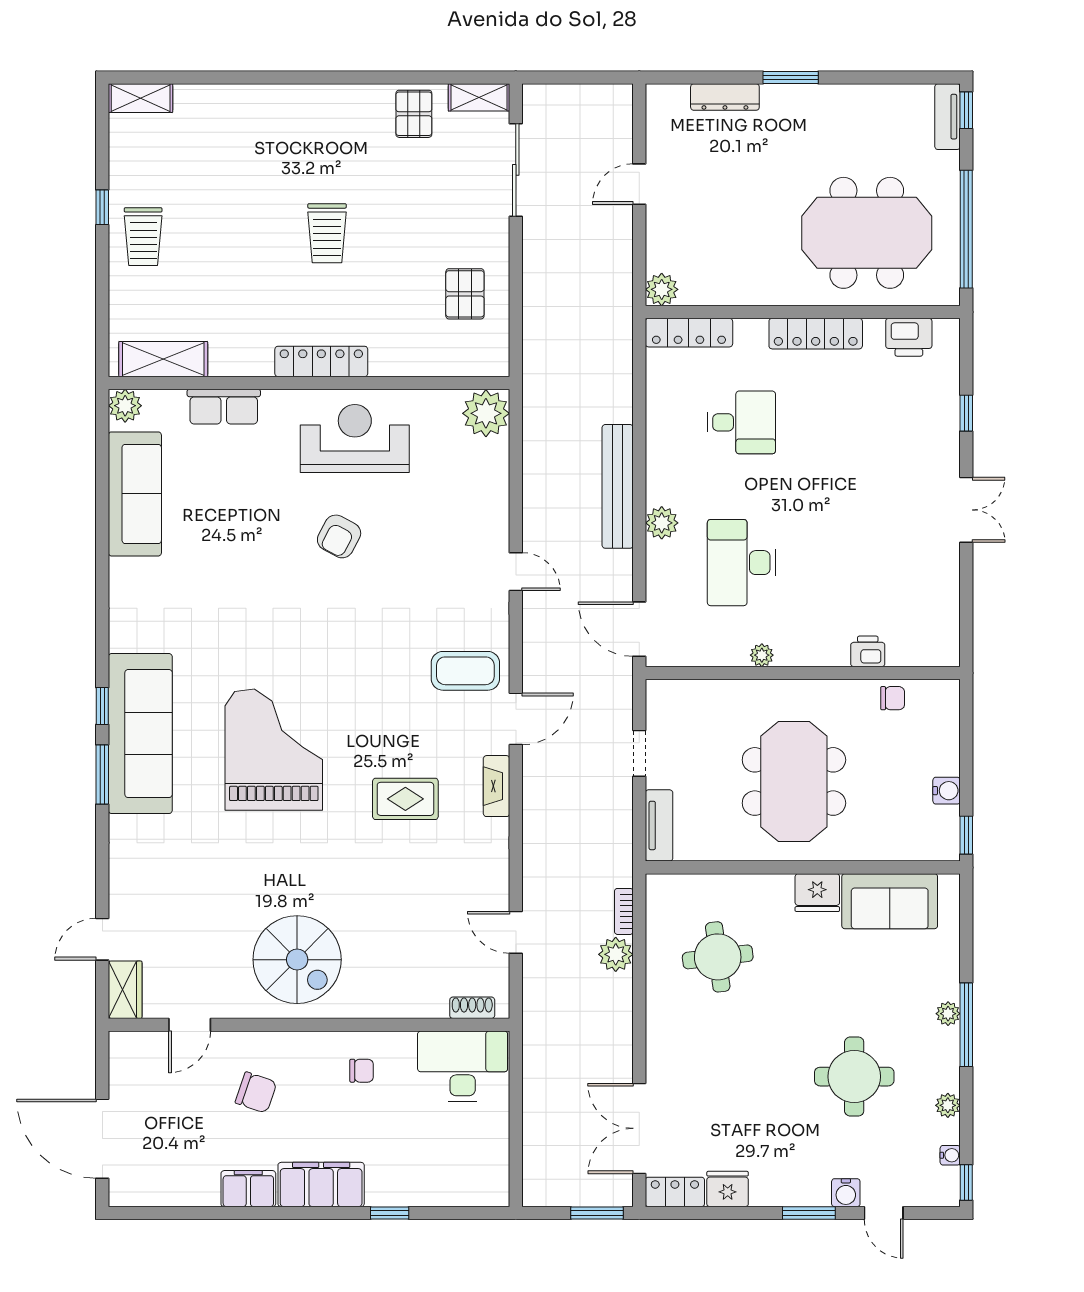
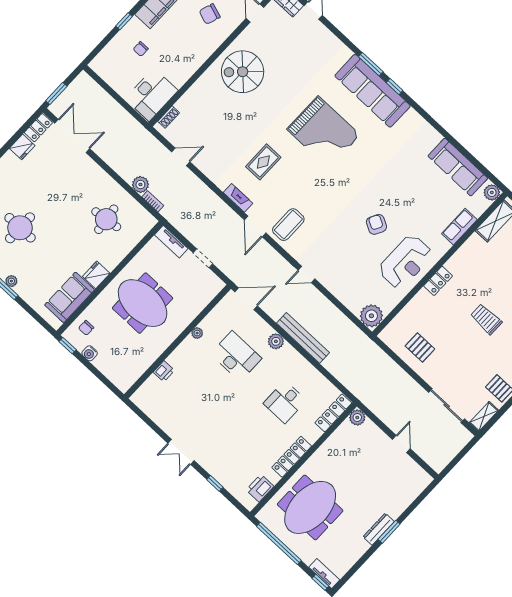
dresser: (725, 97) -> (379, 529), moved
locker: (321, 361) -> (438, 281), width x0.66
chair: (893, 698) -> (86, 328), moved
chair: (362, 1071) -> (141, 49), moved

